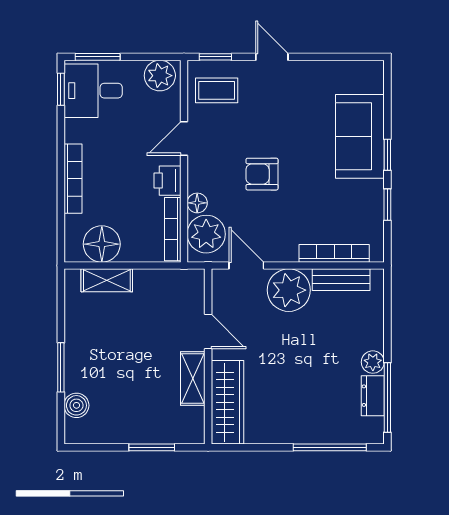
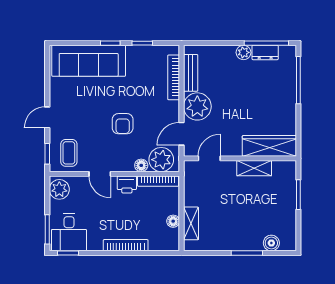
sofa: (360, 136) -> (89, 61), width x1.36
floor lamp: (102, 244) -> (173, 221), width x0.53, depth x0.53
door: (208, 332) -> (209, 158), moved

